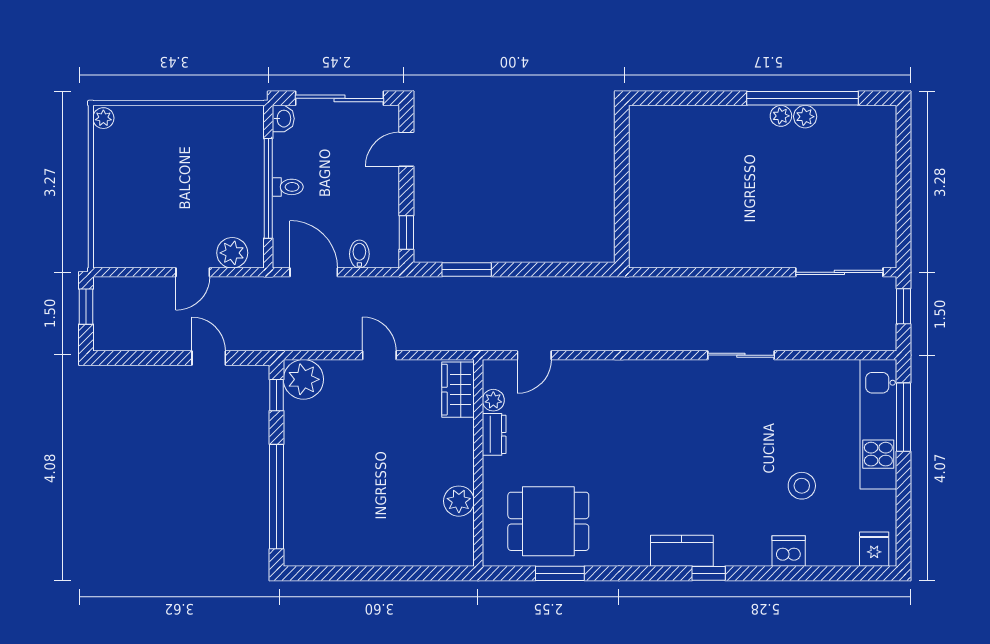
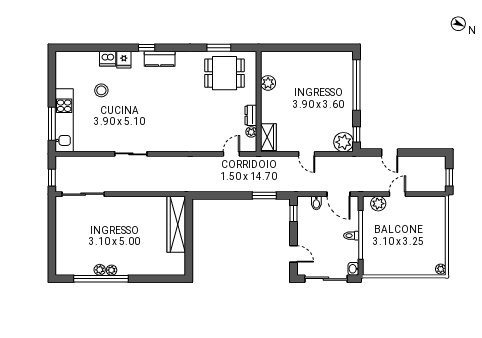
door: (406, 149) -> (293, 254), hinge flipped
wardrobe: (648, 210) -> (176, 224), added
fridge: (874, 549) -> (124, 60), moved

